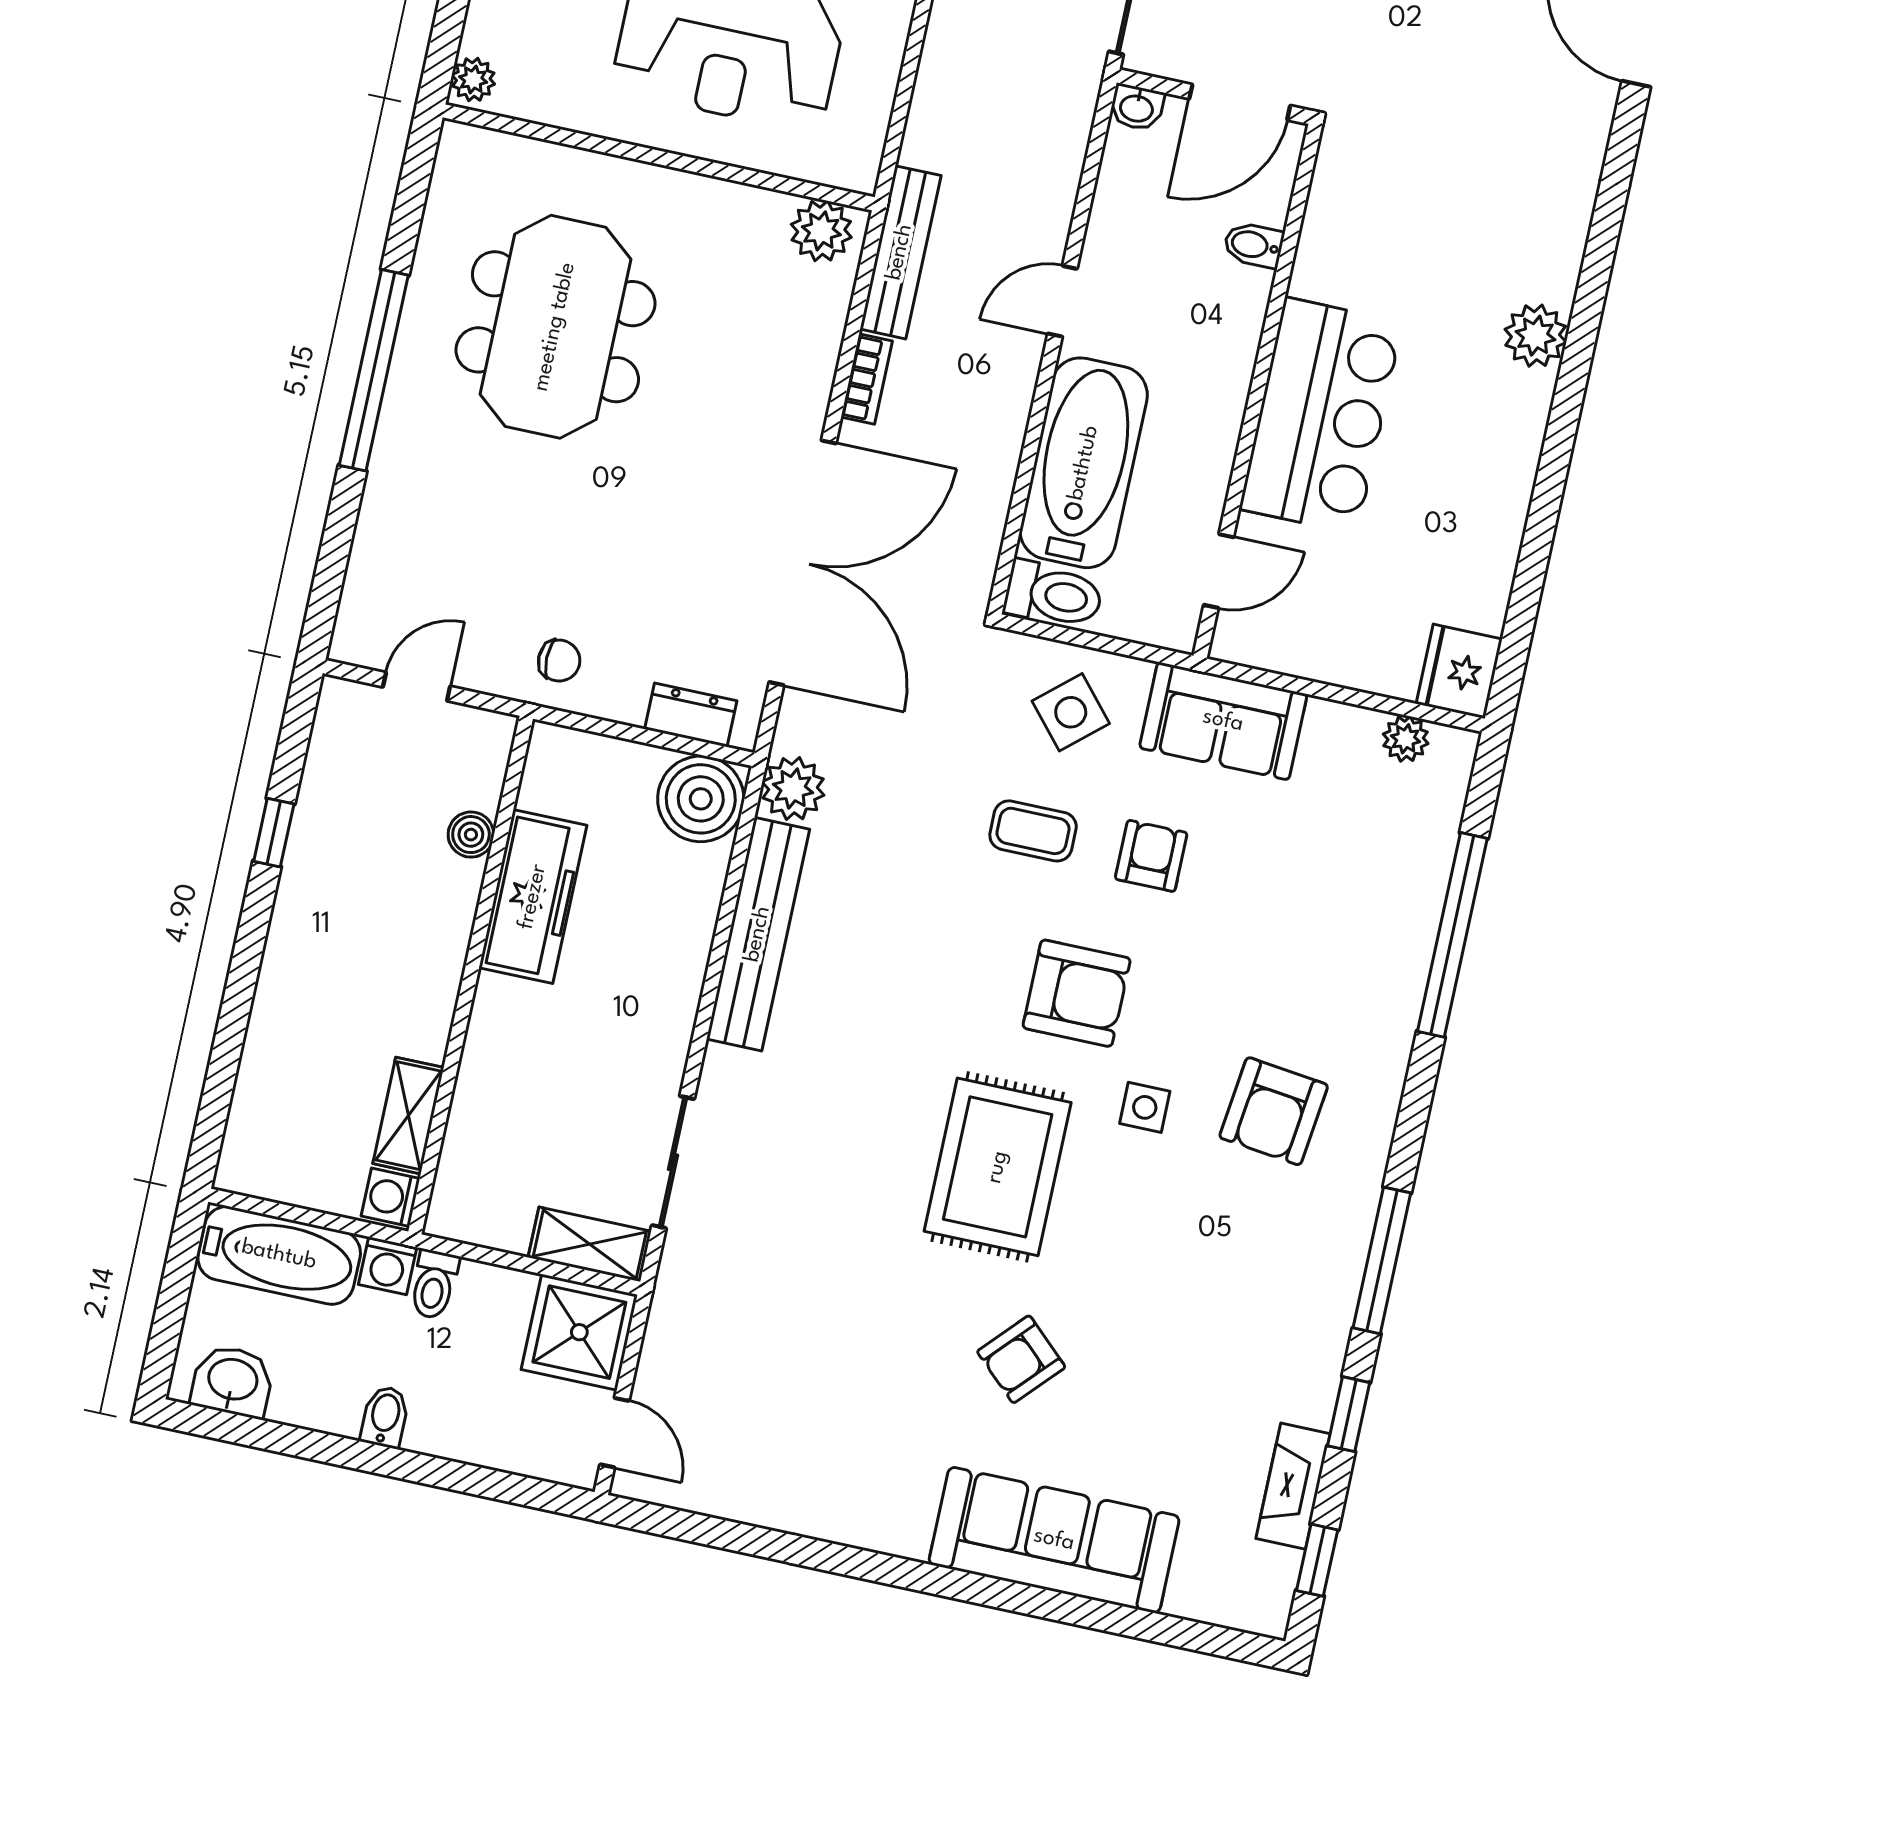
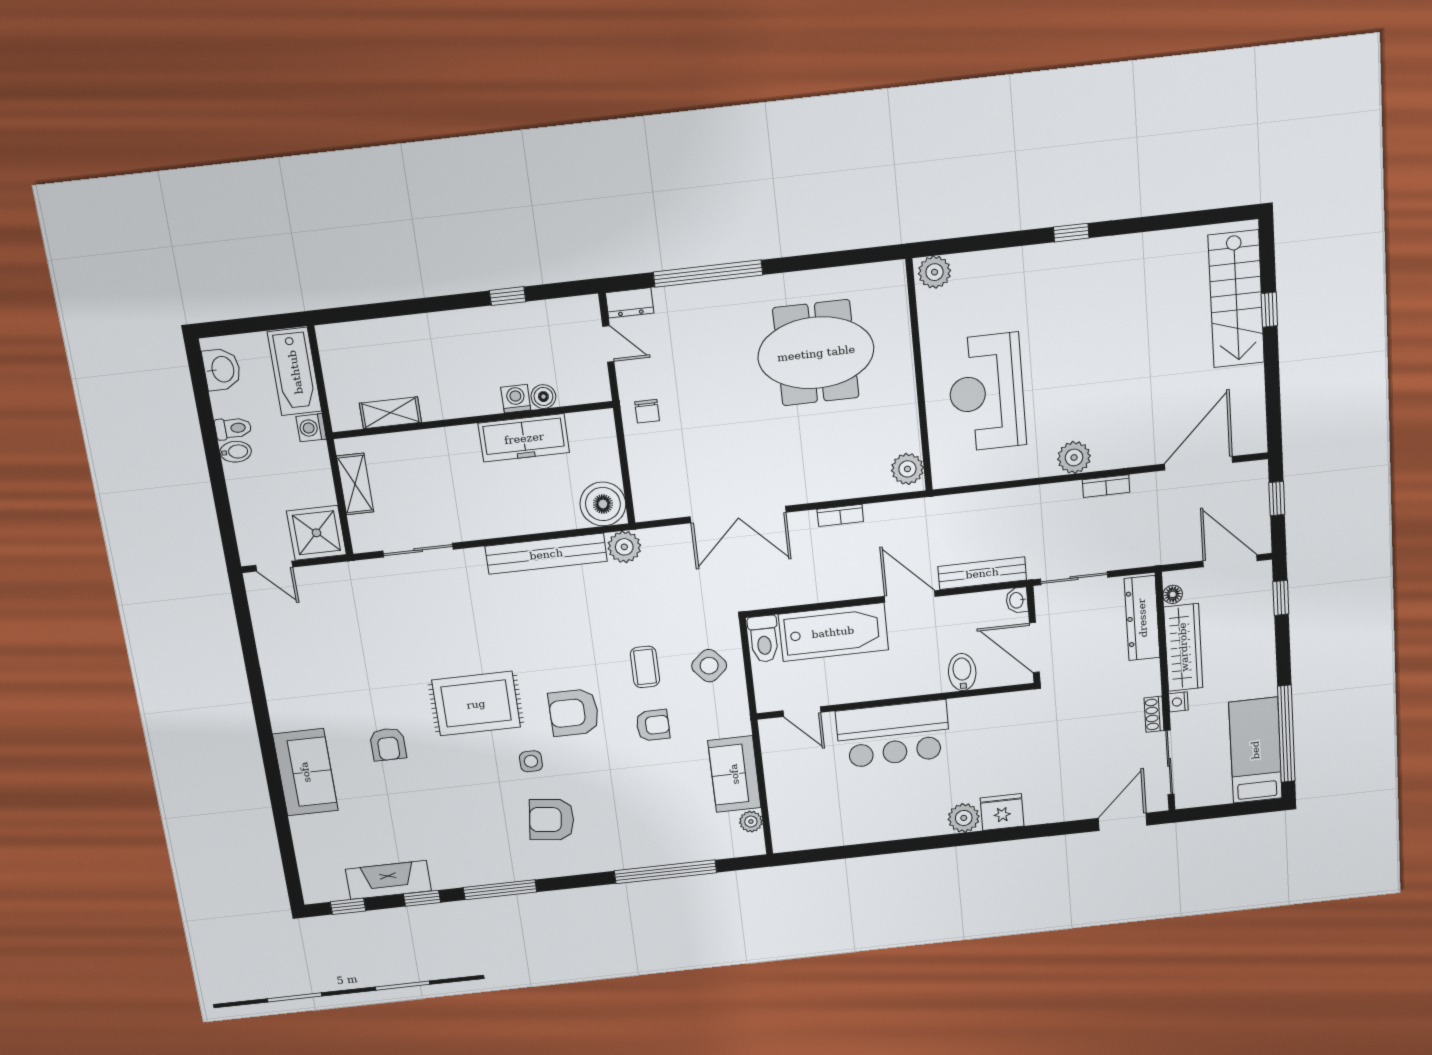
plant: (473, 80) -> (935, 272), width x1.38, depth x1.38
bidet: (1254, 245) -> (962, 672), width x1.38, depth x1.36
bench: (900, 252) -> (982, 573), moved
door: (1062, 301) -> (910, 596), width x1.38
window: (374, 370) -> (708, 273), moved
double door: (803, 563) -> (738, 515), width x0.73
fridge: (1459, 671) -> (1002, 812), moved
dresser: (691, 715) -> (630, 303), moved, turned 90
sofa: (1223, 721) -> (734, 774), moved
armchair: (1077, 993) -> (574, 713), turned 90
washing machine: (391, 1197) -> (516, 399), moved
shelving: (590, 1244) -> (355, 484), moved
toilet: (434, 1284) -> (233, 428), moved, turned 180
armchair: (1021, 1359) -> (388, 744), turned -133
door: (614, 1433) -> (274, 566), hinge flipped
fireplace: (1293, 1486) -> (388, 880), width x1.37, depth x1.32
sofa: (1054, 1540) -> (305, 772), width x0.73

